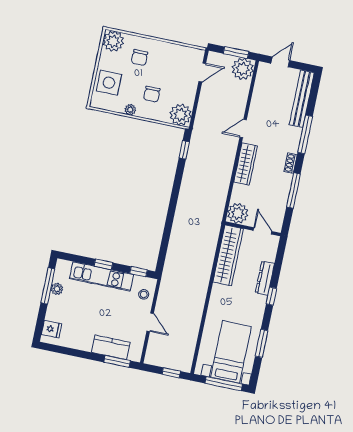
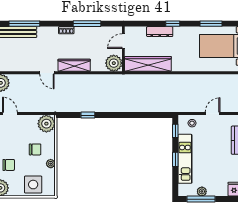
window: (305, 134) -> (24, 24), moved
window: (184, 150) -> (88, 115), moved

